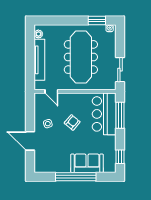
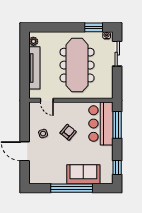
sliding door: (120, 70) -> (117, 54), moved

